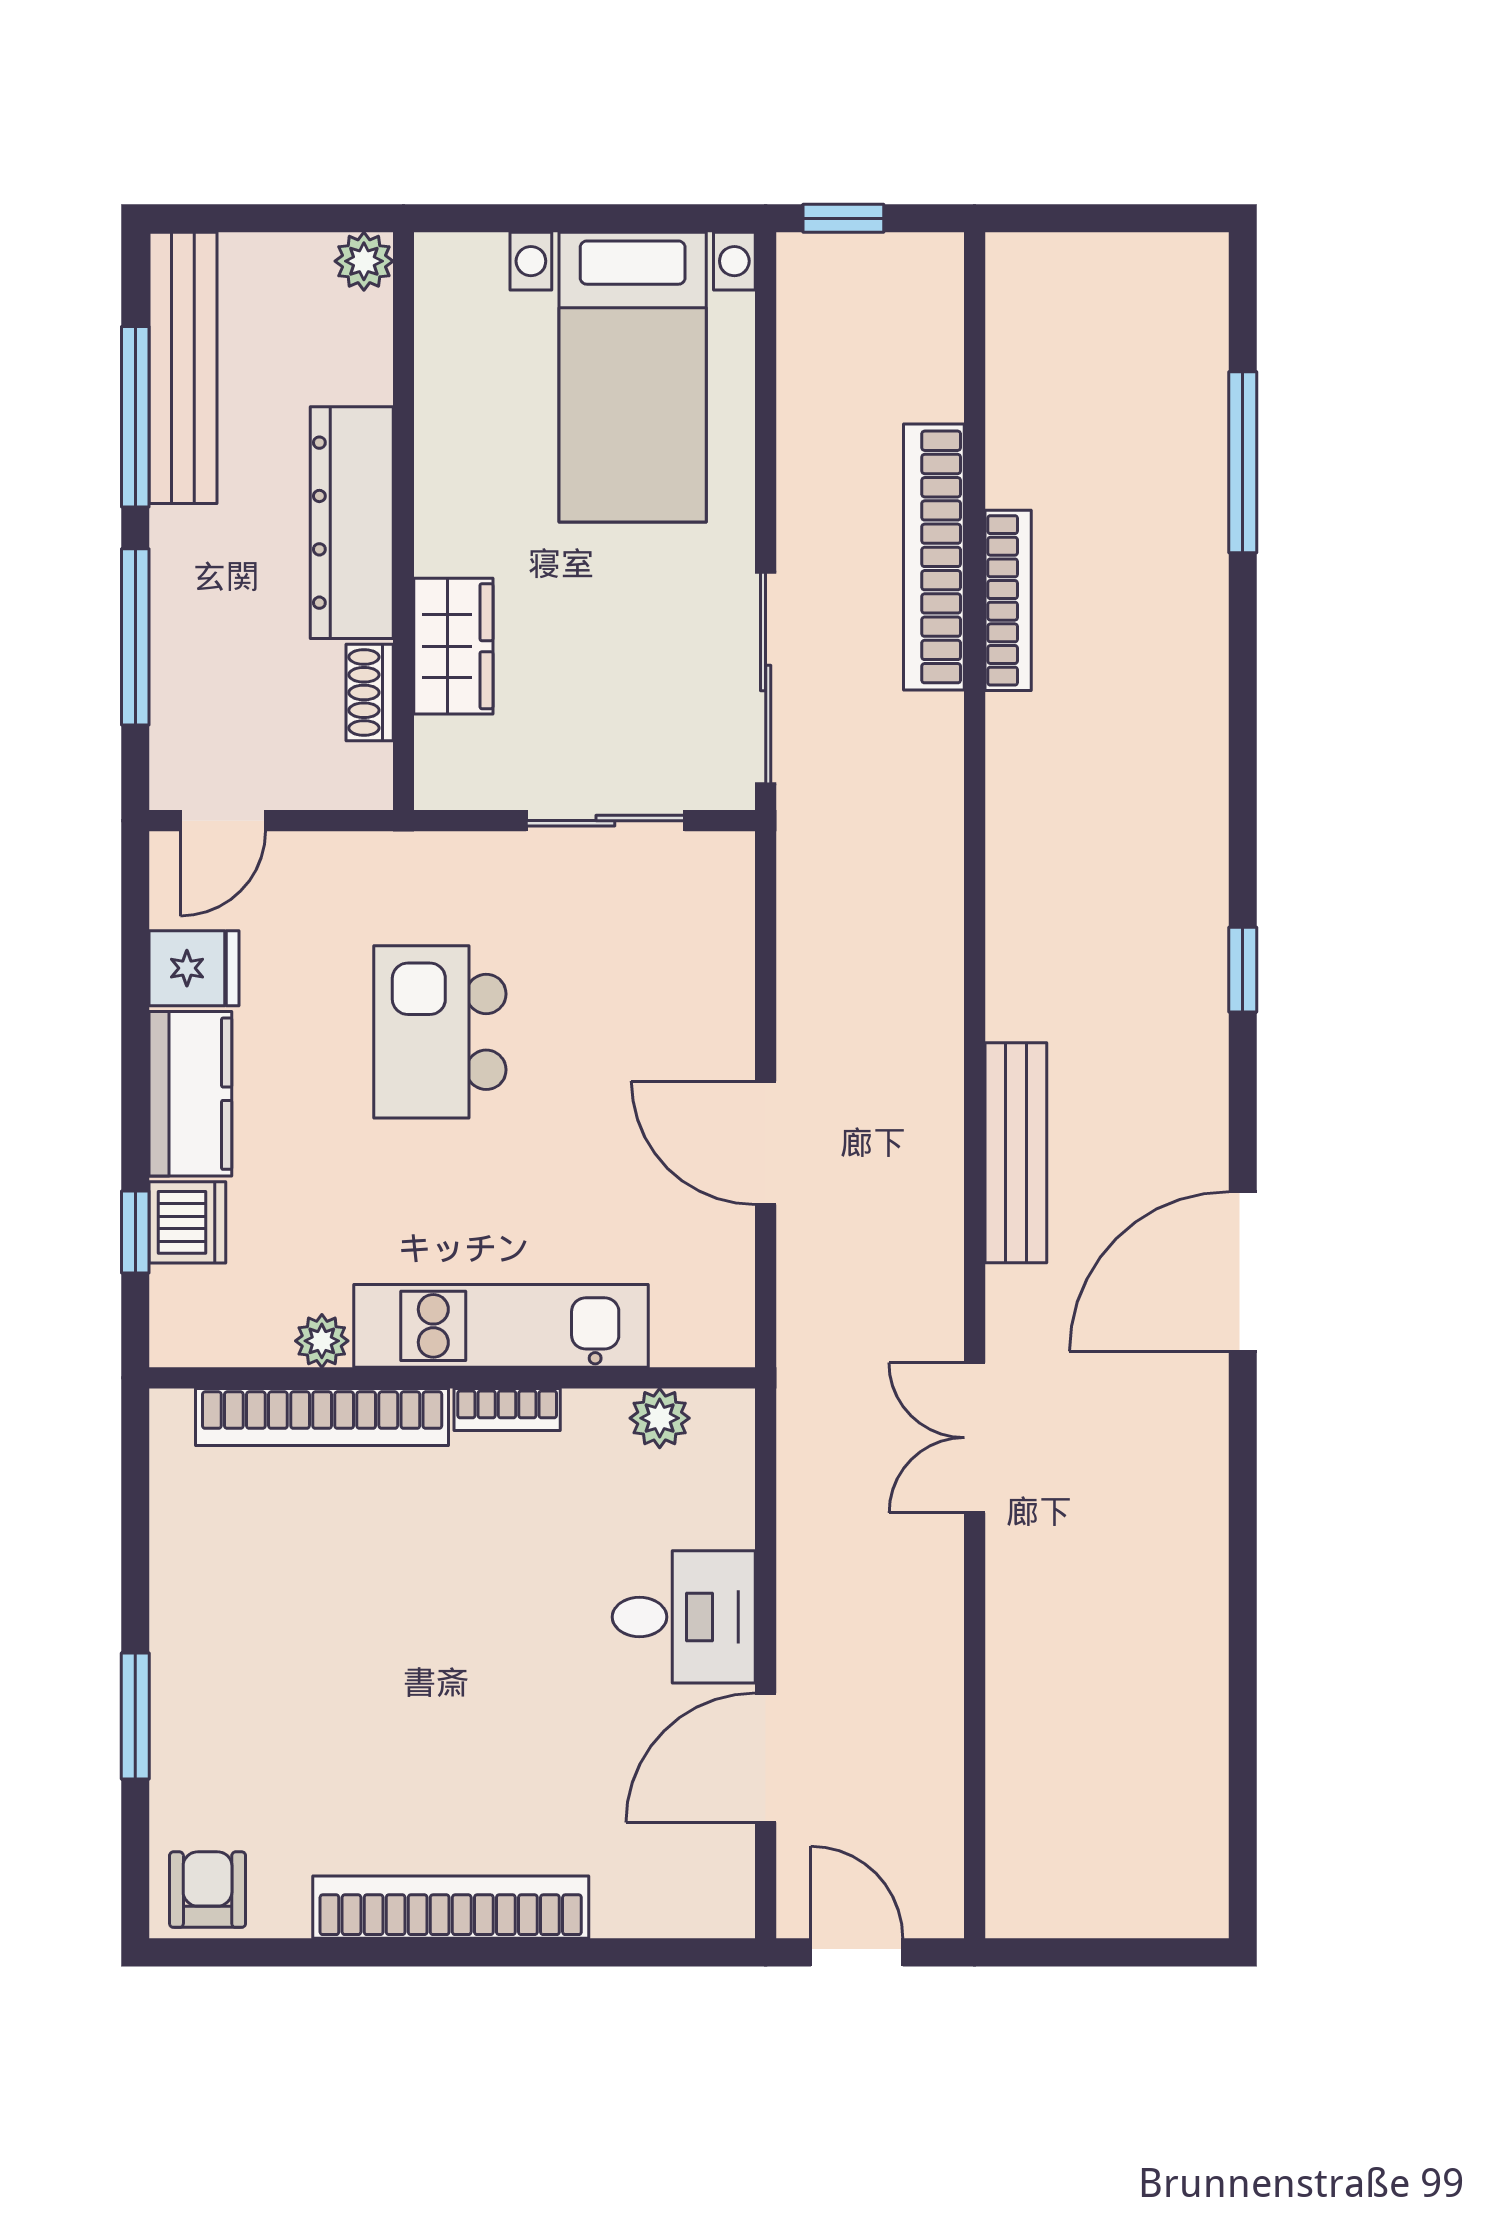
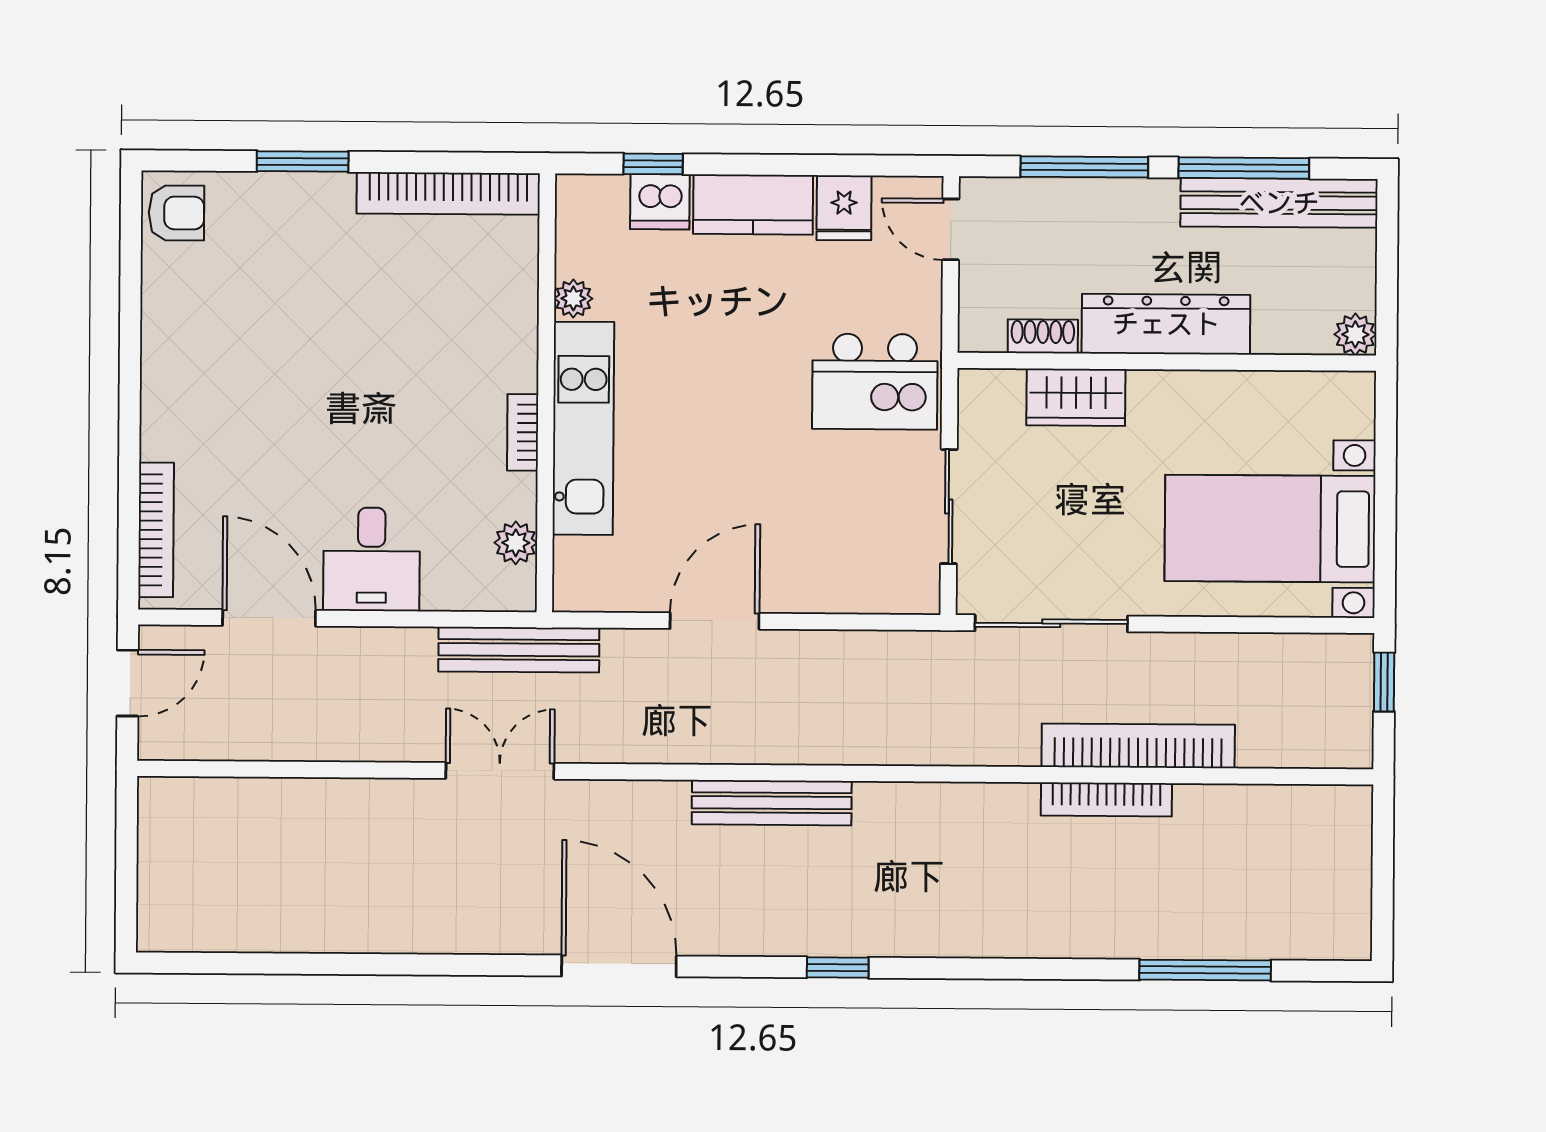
kitchen island: (440, 1032) -> (875, 382), moved, turned 180
bench: (1016, 1153) -> (772, 803), moved
bench: (807, 1413) -> (519, 650), added
bookcase: (322, 1417) -> (448, 193), moved, turned -90
bookcase: (451, 1907) -> (156, 530), moved, width x0.68, depth x0.76

